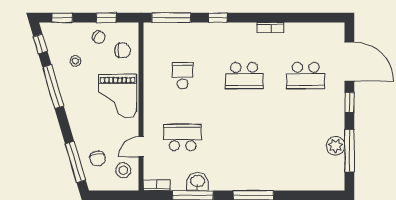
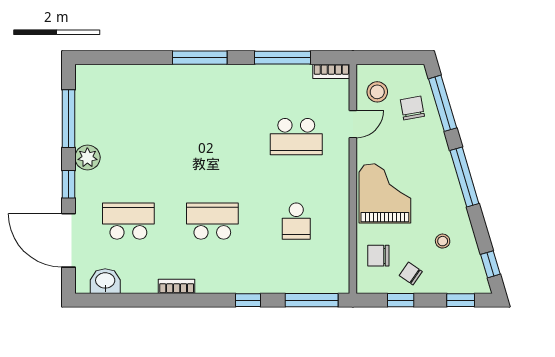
window: (53, 87) -> (464, 177), moved
plant: (336, 146) -> (87, 157), moved
washbasin: (198, 181) -> (105, 281), moved, turned 180

